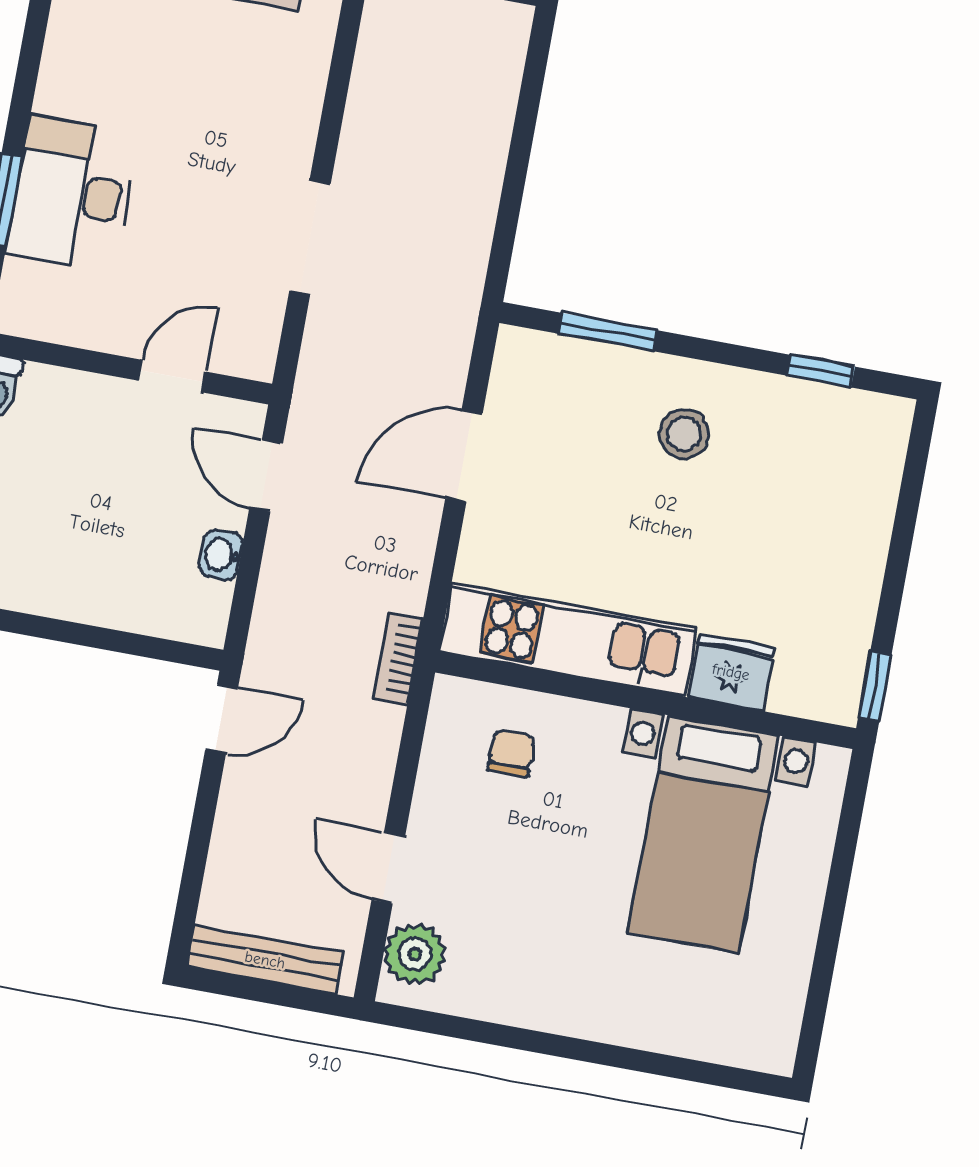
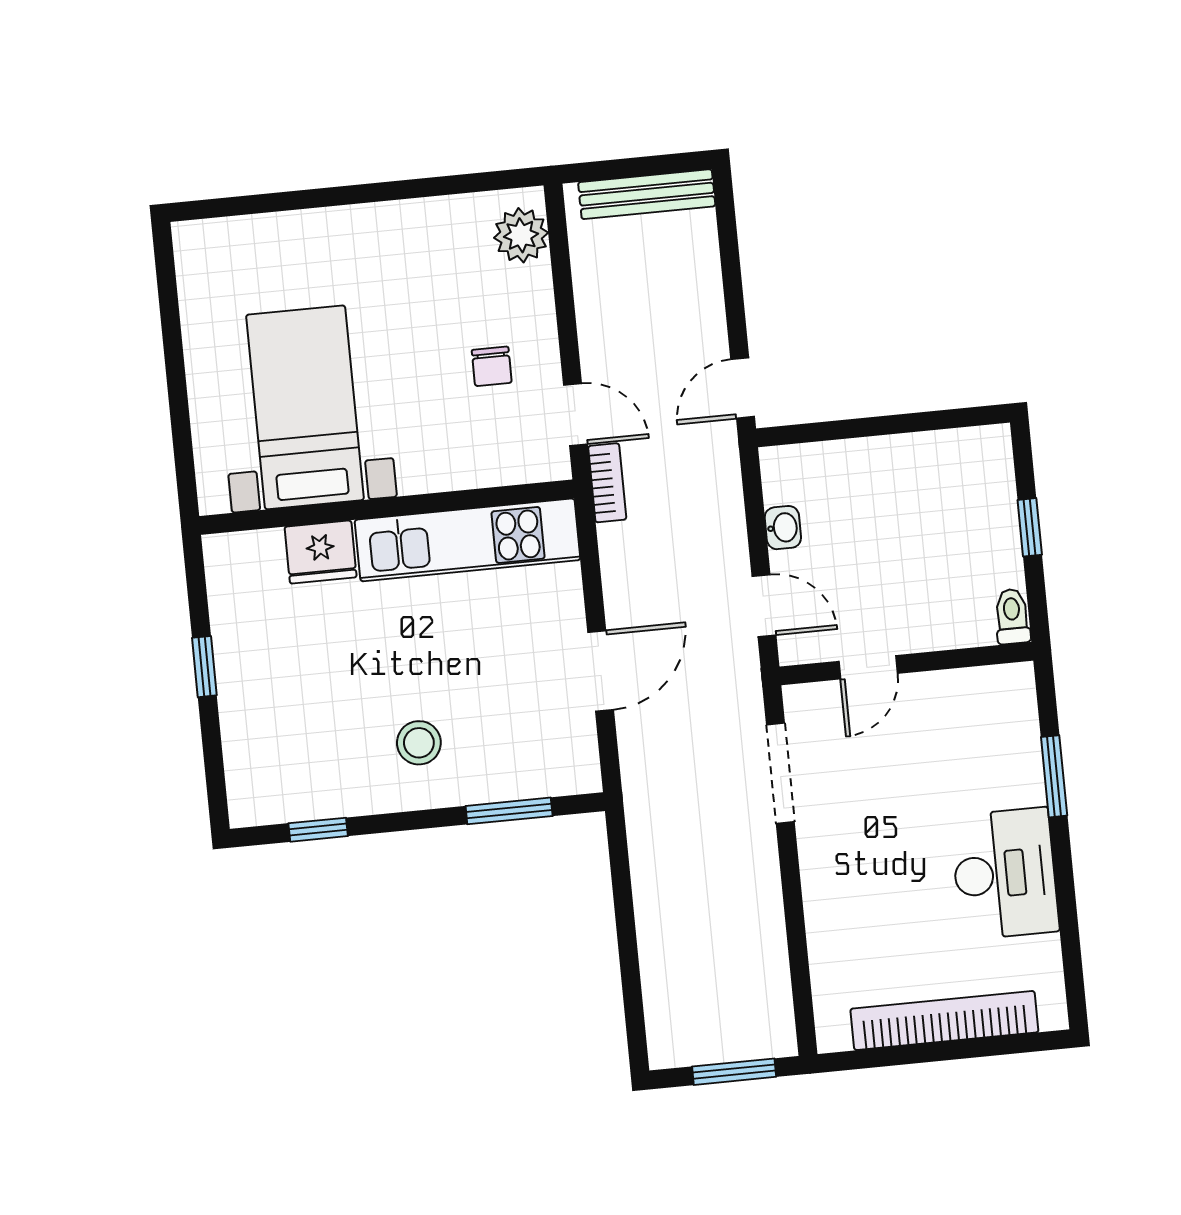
desk: (73, 194) -> (1005, 874), moved
doorway: (310, 237) -> (780, 773), moved
window: (875, 686) -> (204, 667), moved
chair: (511, 753) -> (492, 366), moved
door: (388, 868) -> (576, 415), moved

